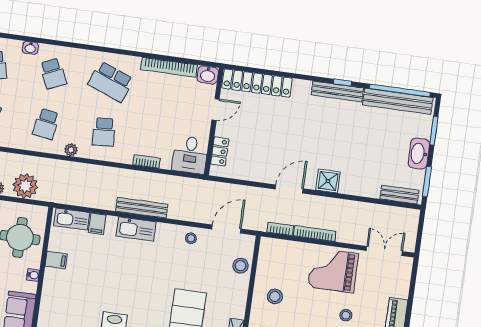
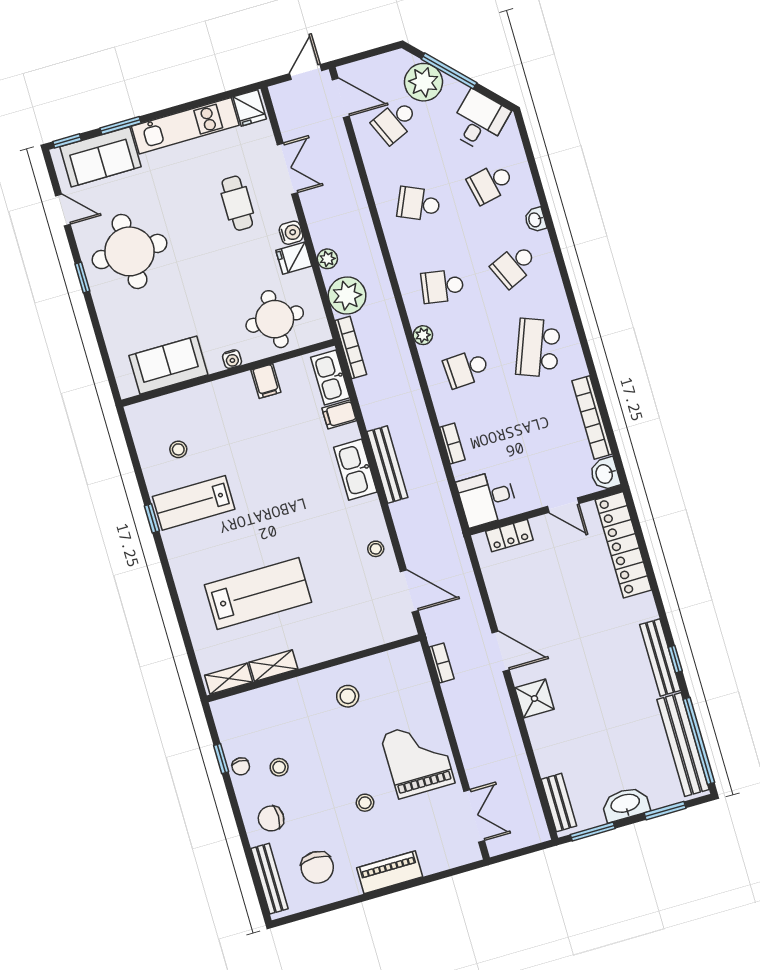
bookcase: (315, 234) -> (351, 347), moved
stool: (241, 266) -> (369, 632), removed

